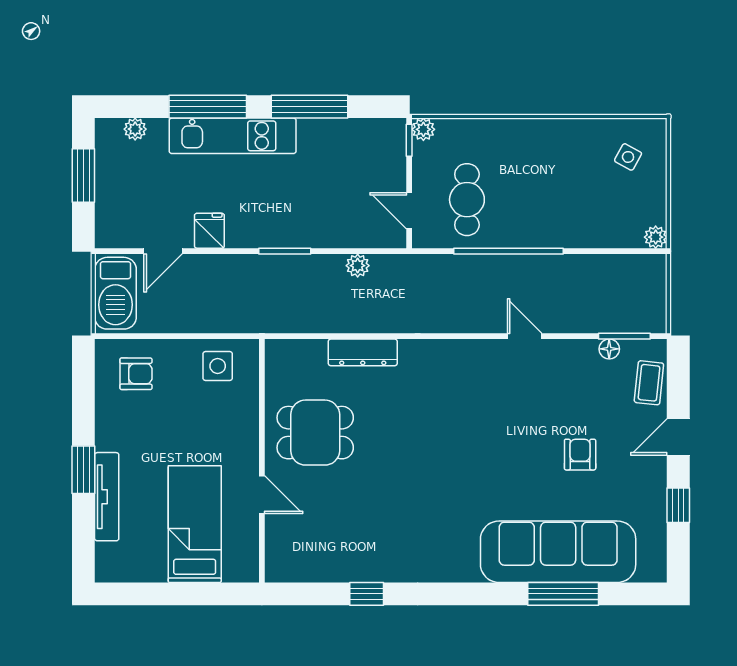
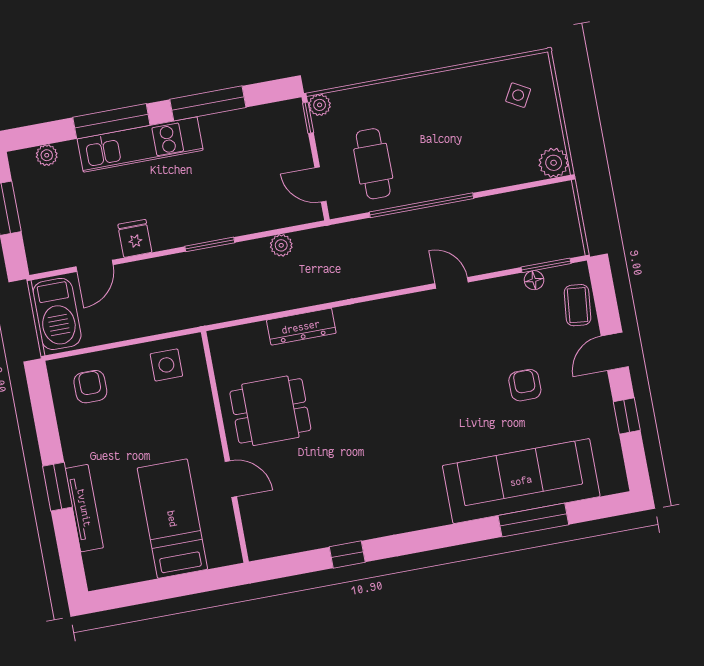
plant: (656, 237) -> (554, 163), width x1.38, depth x1.38
armchair: (136, 374) -> (90, 387), turned -90

